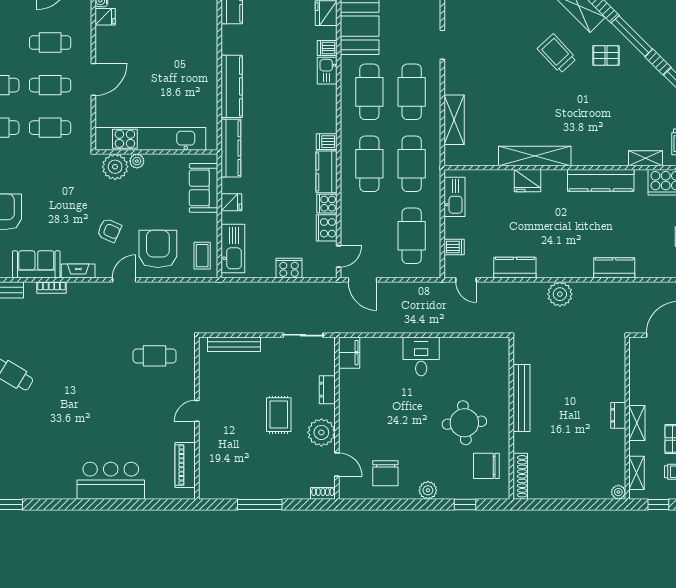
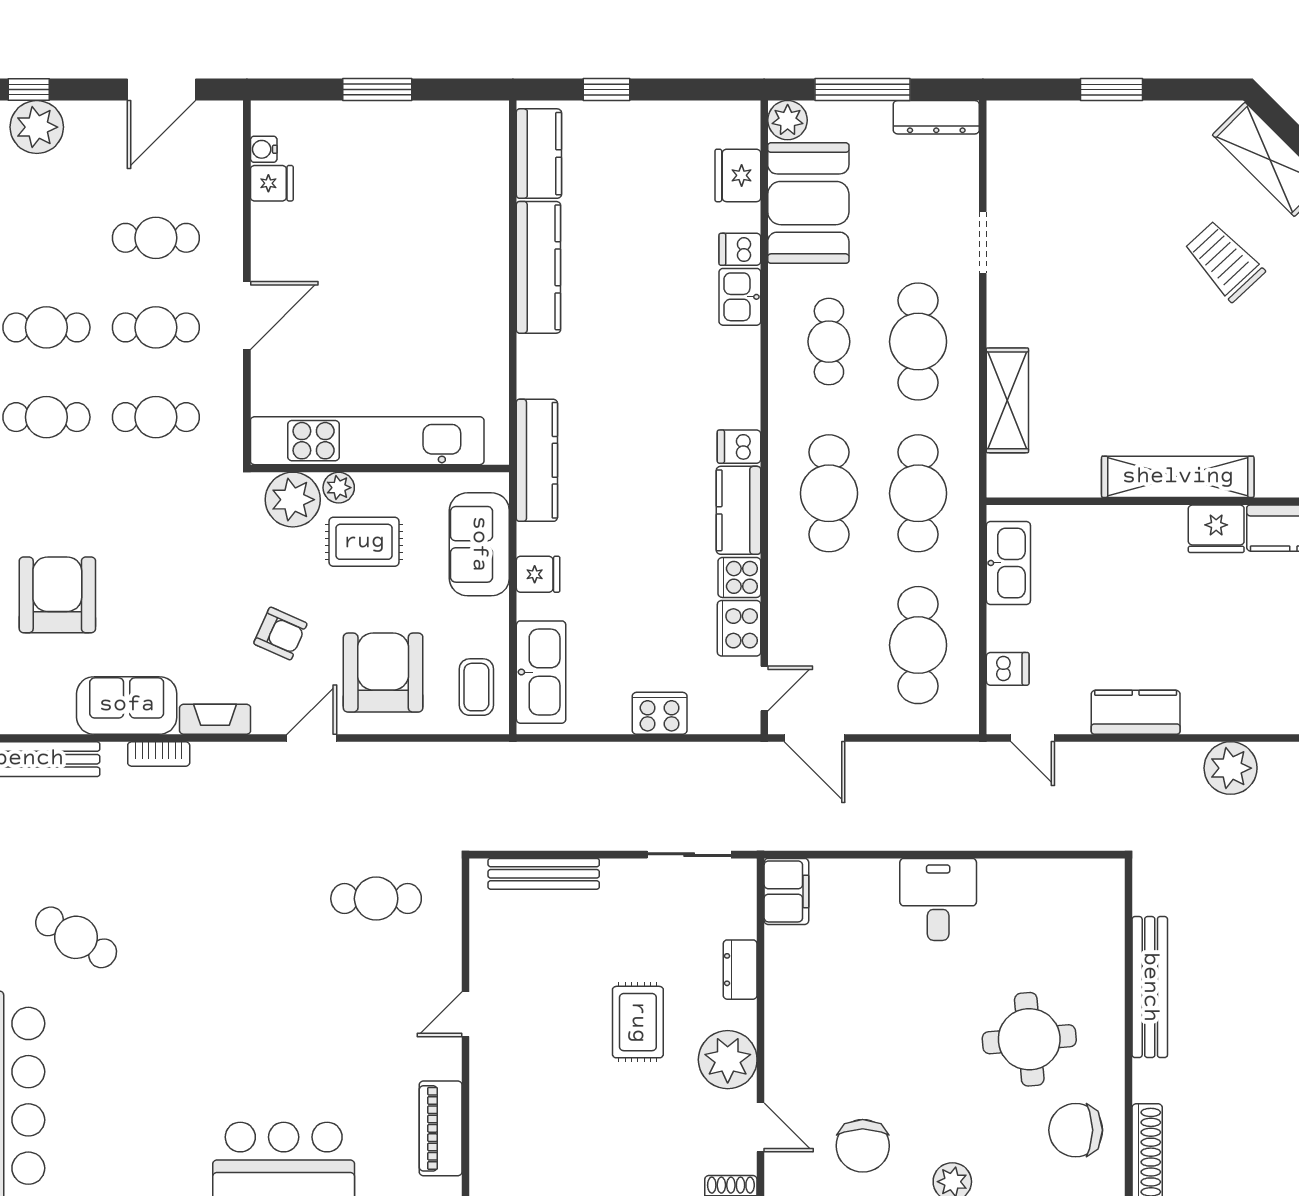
kitchen counter: (232, 86) -> (538, 267), moved
cafe table: (369, 92) -> (829, 342), width x0.73, depth x0.74
fridge: (528, 181) -> (1216, 529), moved
rug: (149, 187) -> (364, 542), added

